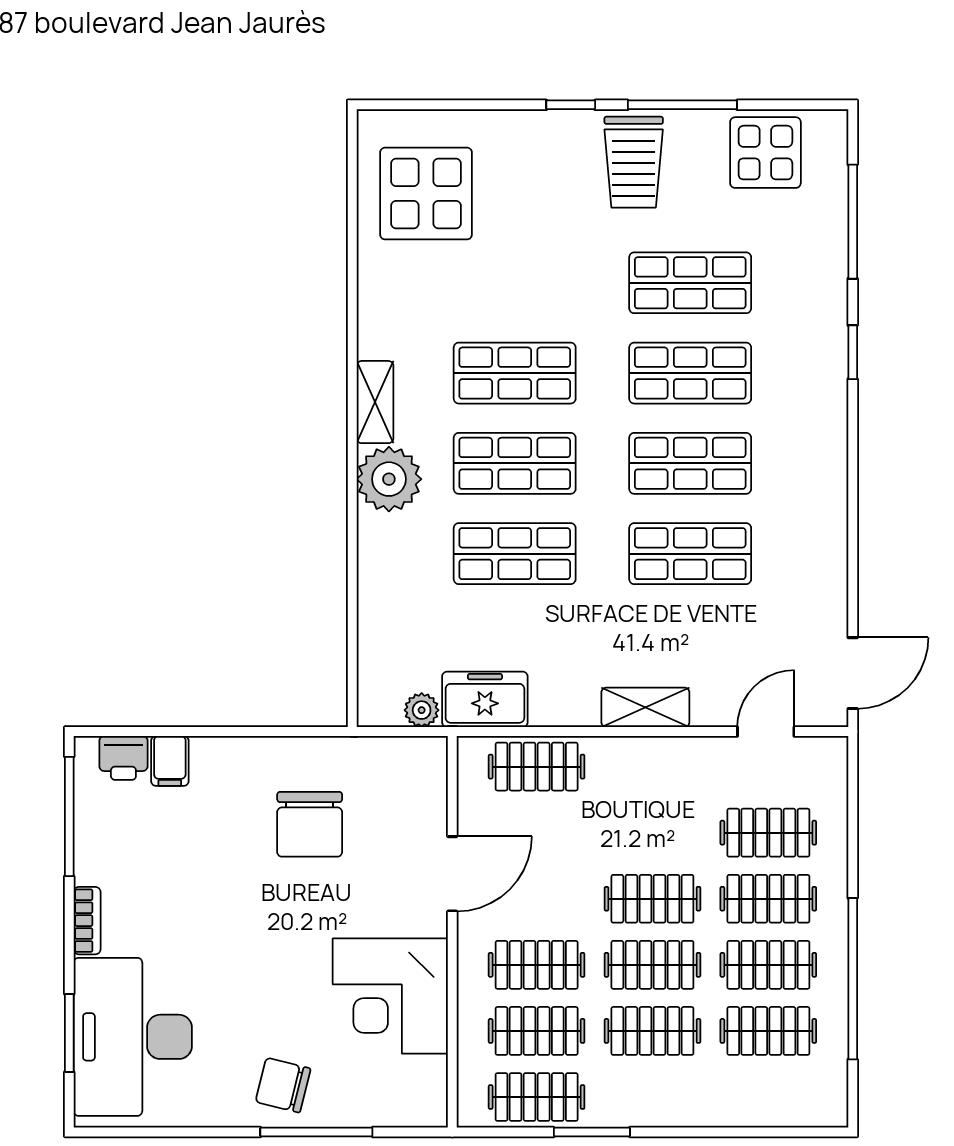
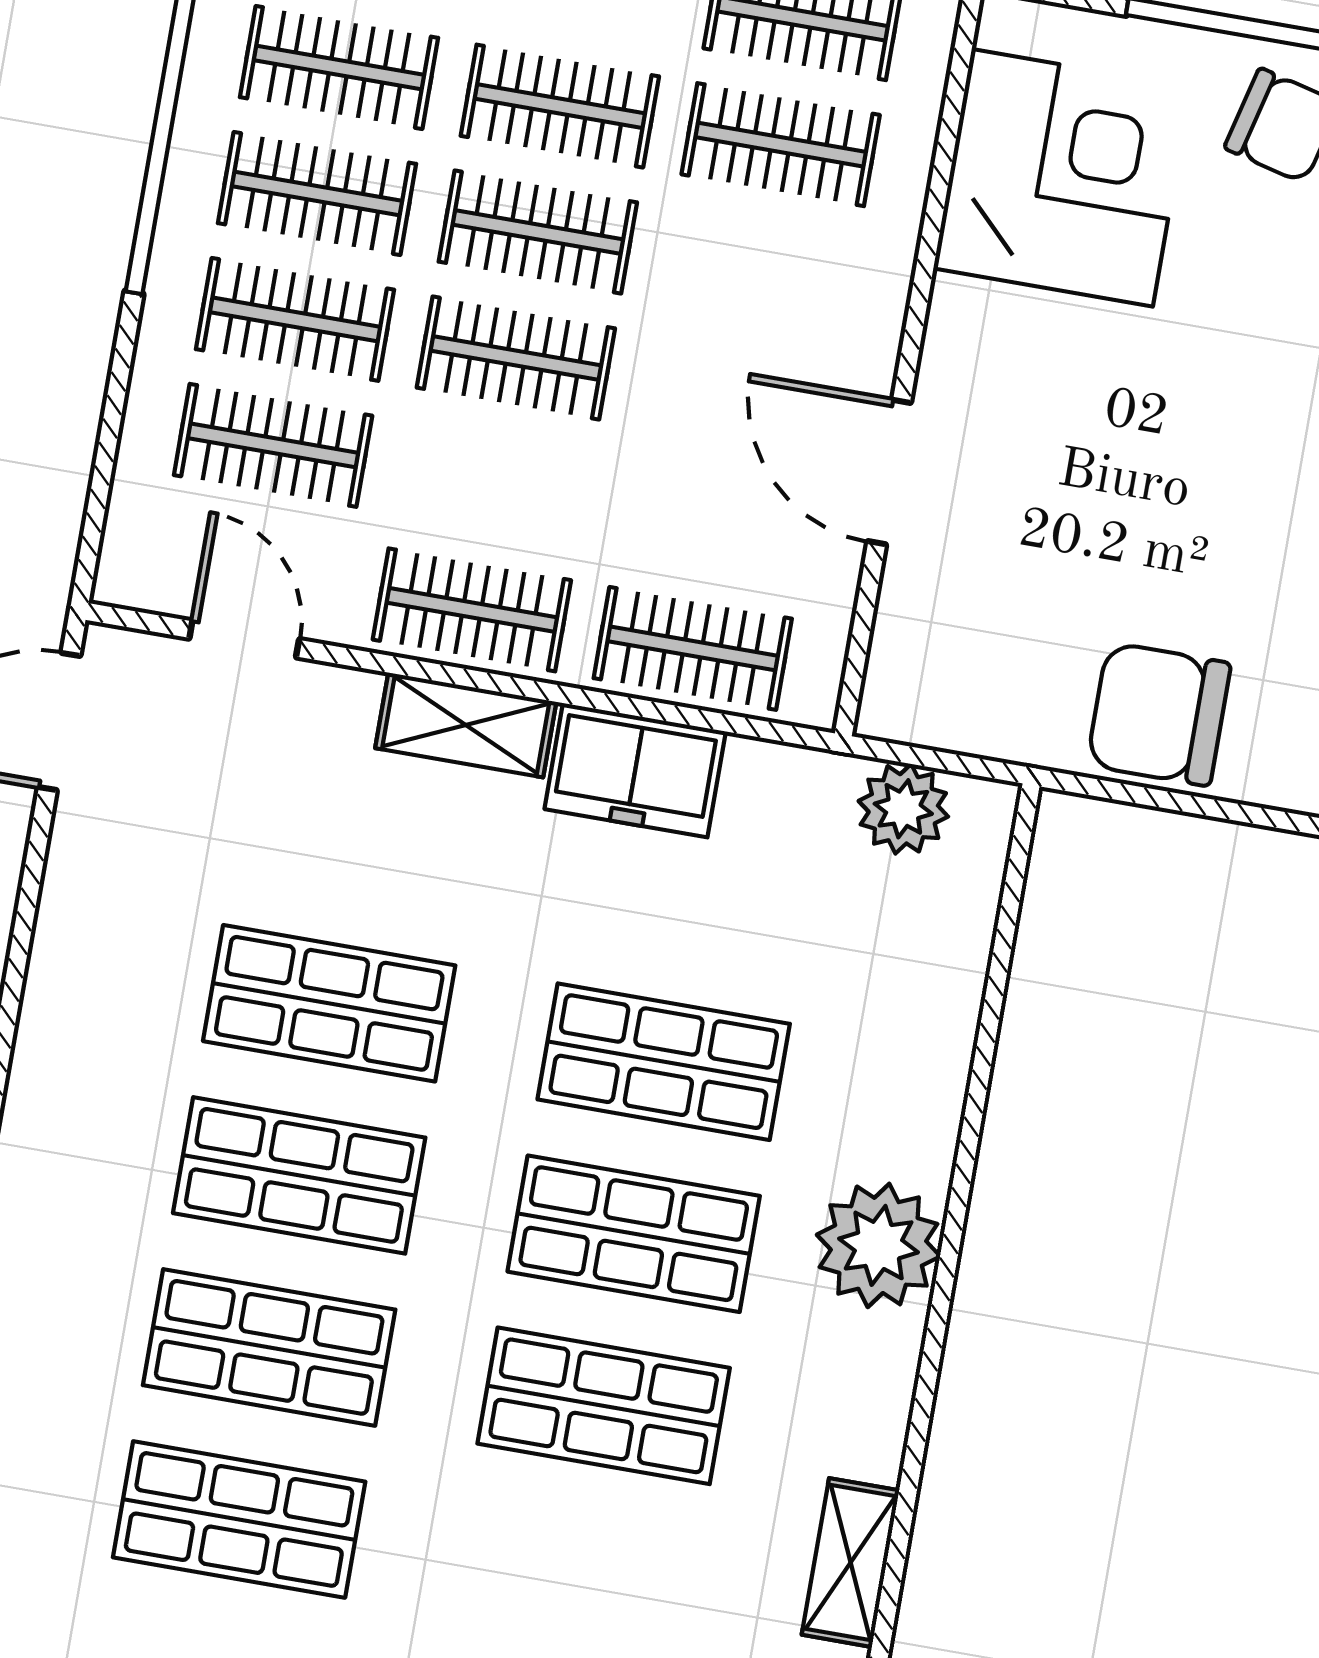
shelving: (375, 402) -> (851, 1563), moved
freezer: (485, 699) -> (635, 770), moved
plant: (422, 710) -> (903, 809), width x1.38, depth x1.38
door: (766, 732) -> (244, 639), swing flipped
chair: (310, 824) -> (1159, 714), moved, turned -90
door: (452, 874) -> (889, 472), hinge flipped
clothes rail: (537, 965) -> (472, 610), moved
corner desk: (390, 996) -> (1062, 178), moved

